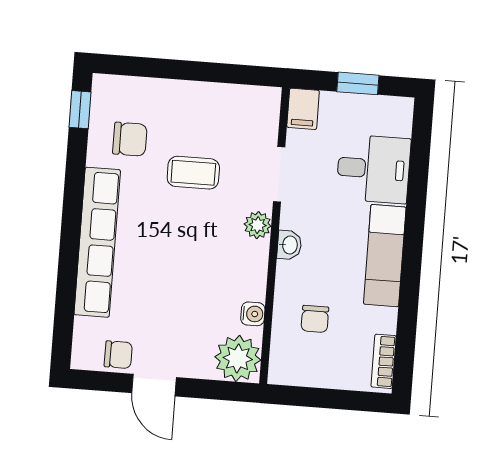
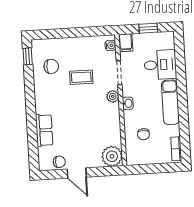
row of seats: (97, 242) -> (44, 130), width x0.50
water cooler: (253, 314) -> (111, 45), moved

